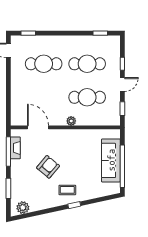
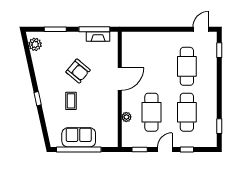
door: (122, 85) -> (165, 149), swing flipped
plant: (71, 121) -> (126, 117), moved
door: (38, 127) -> (120, 79), moved
sofa: (111, 160) -> (79, 137), width x0.73
coffee table: (67, 190) -> (71, 101), moved

